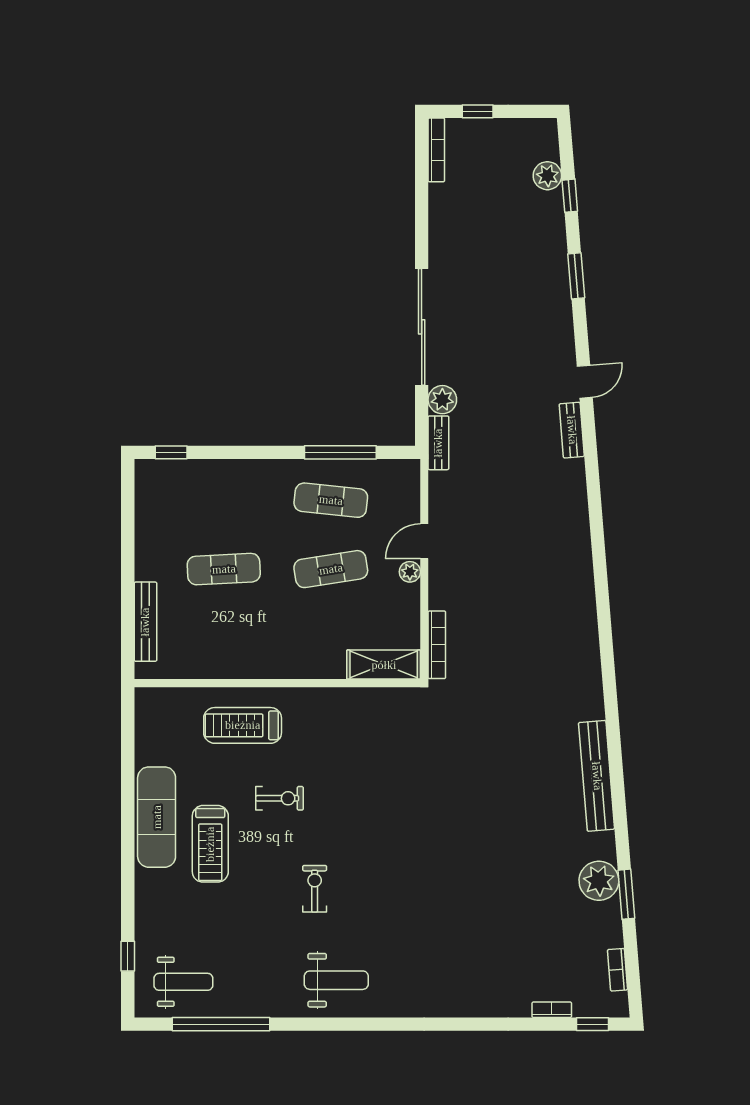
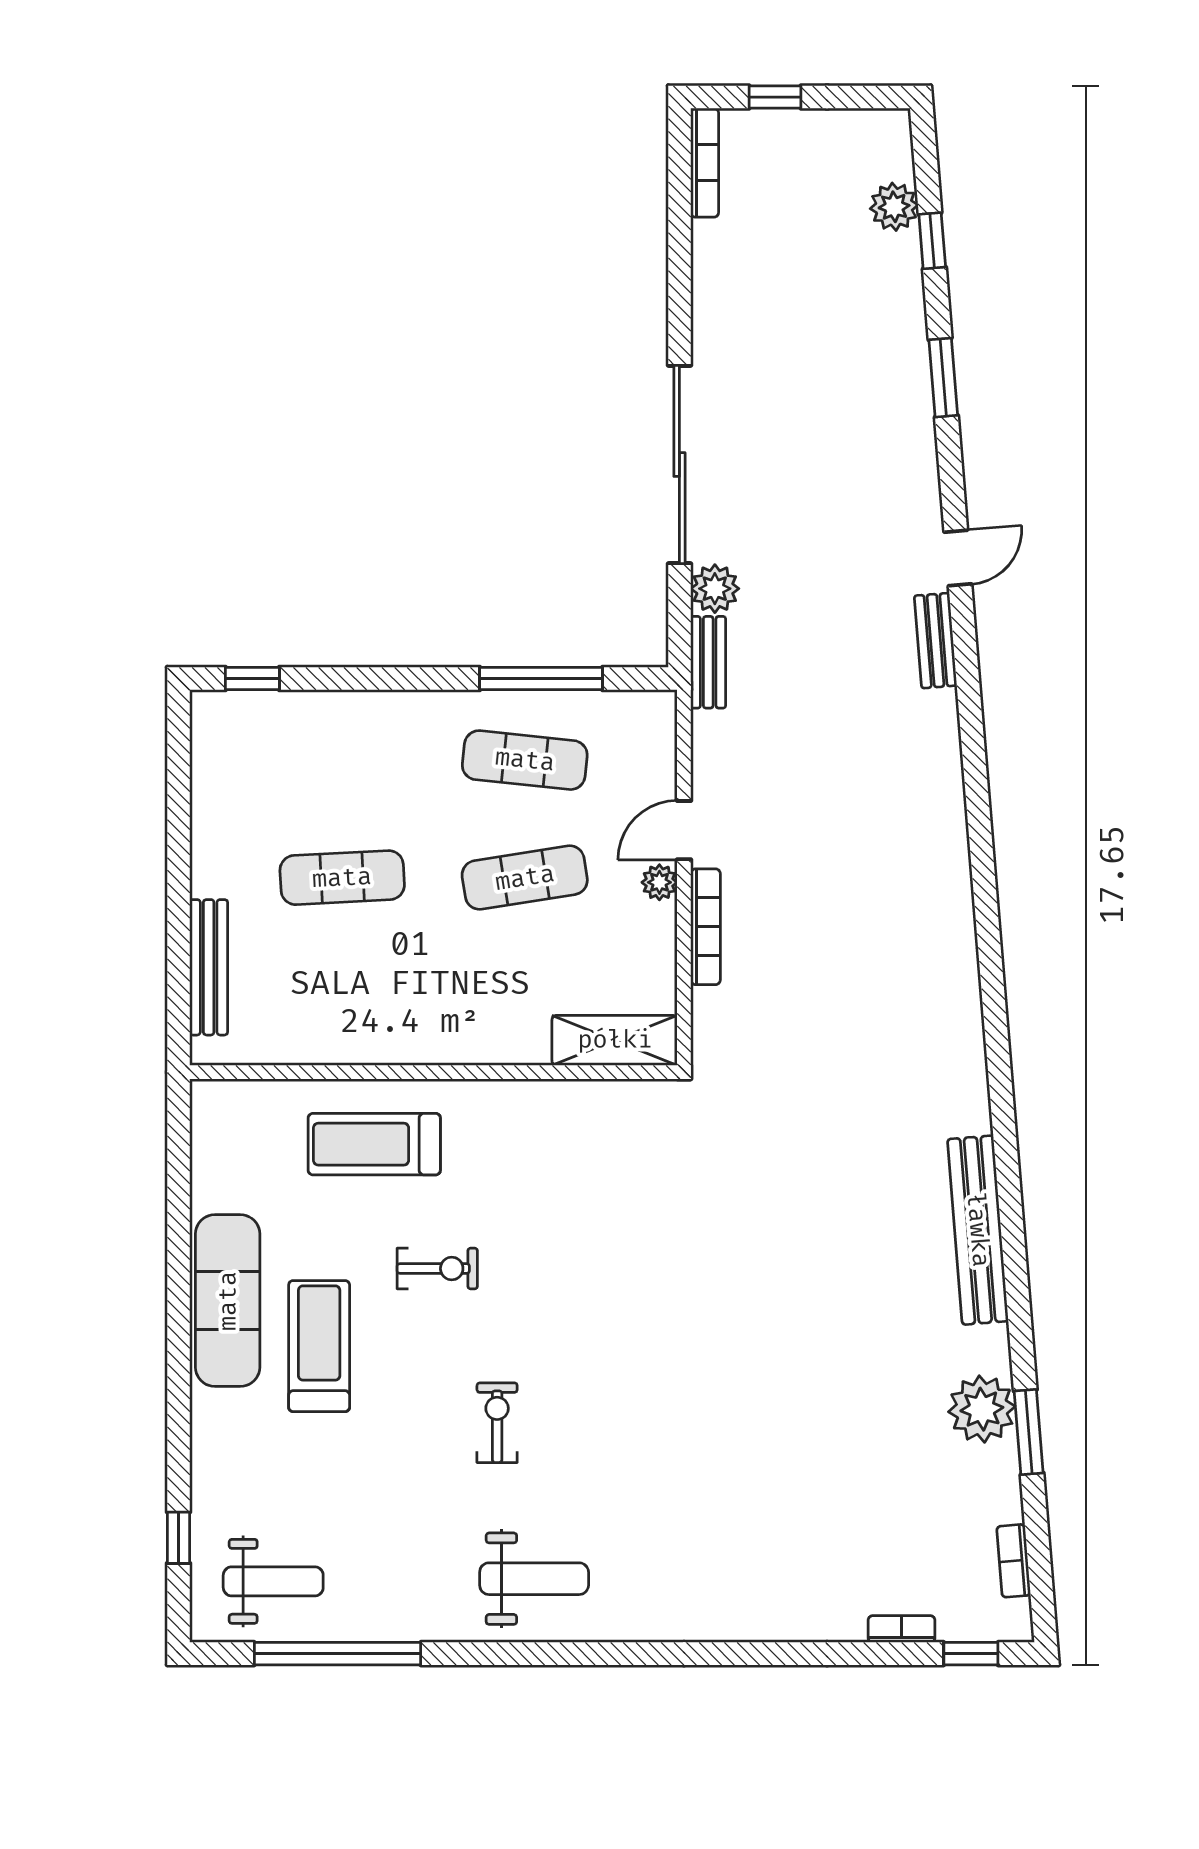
bookcase: (437, 645) -> (705, 927), moved
treadmill: (210, 844) -> (319, 1346), turned 180

